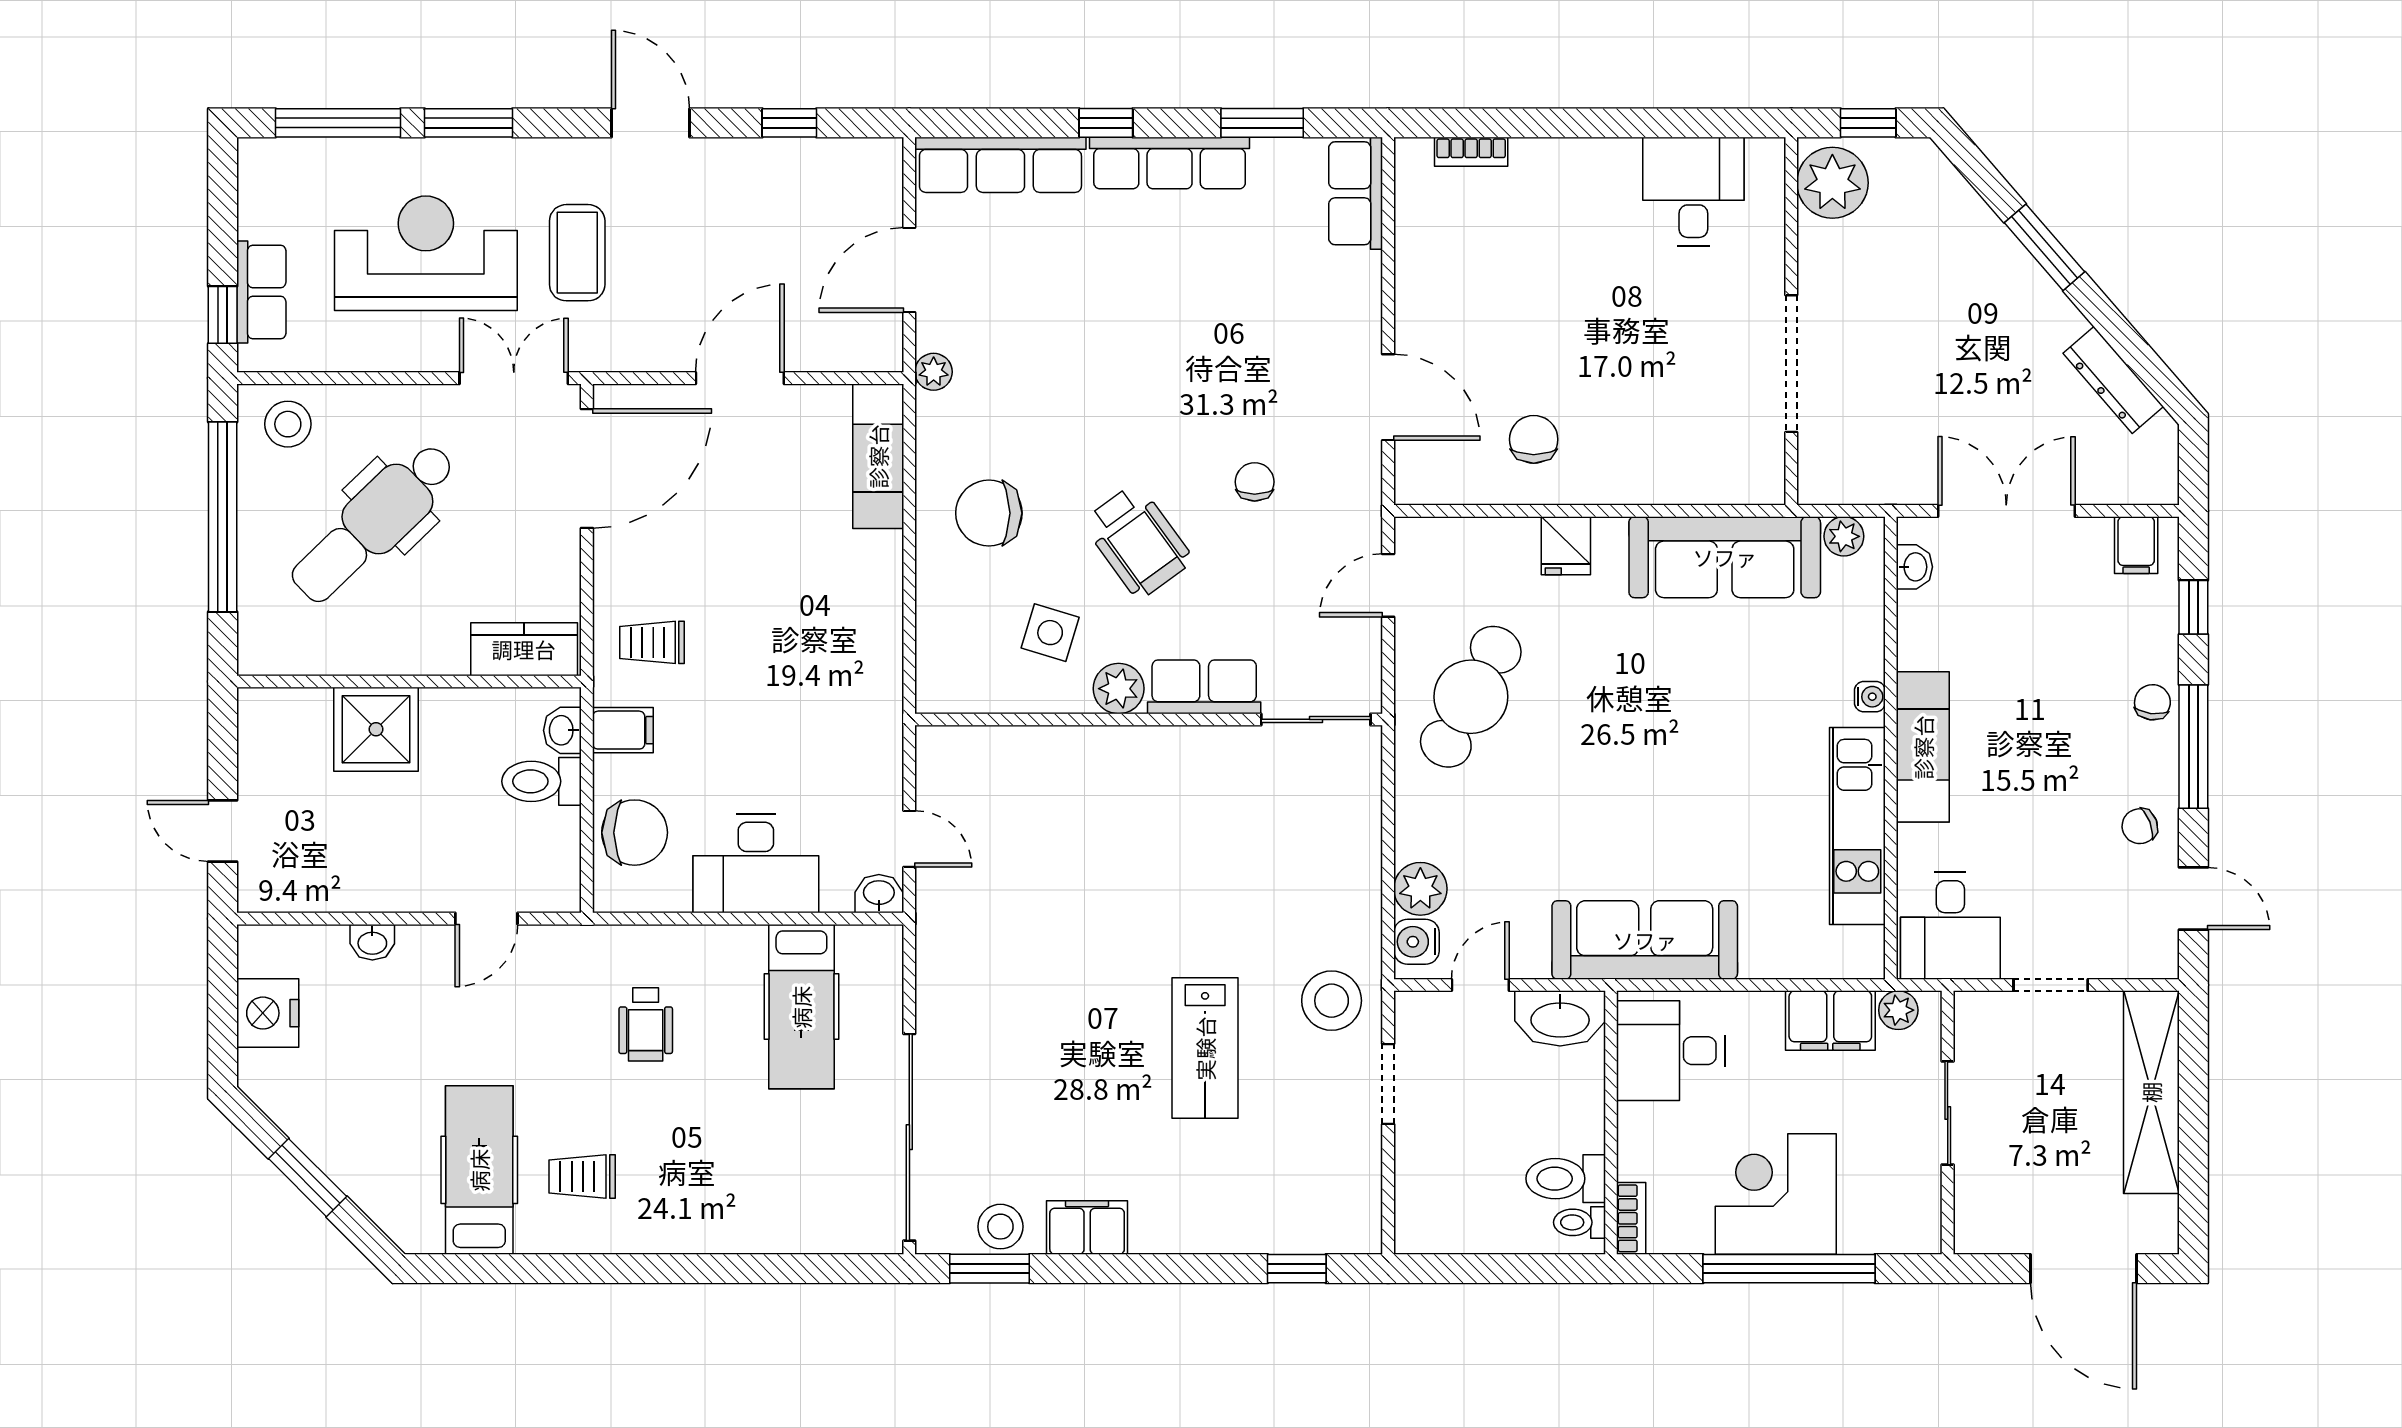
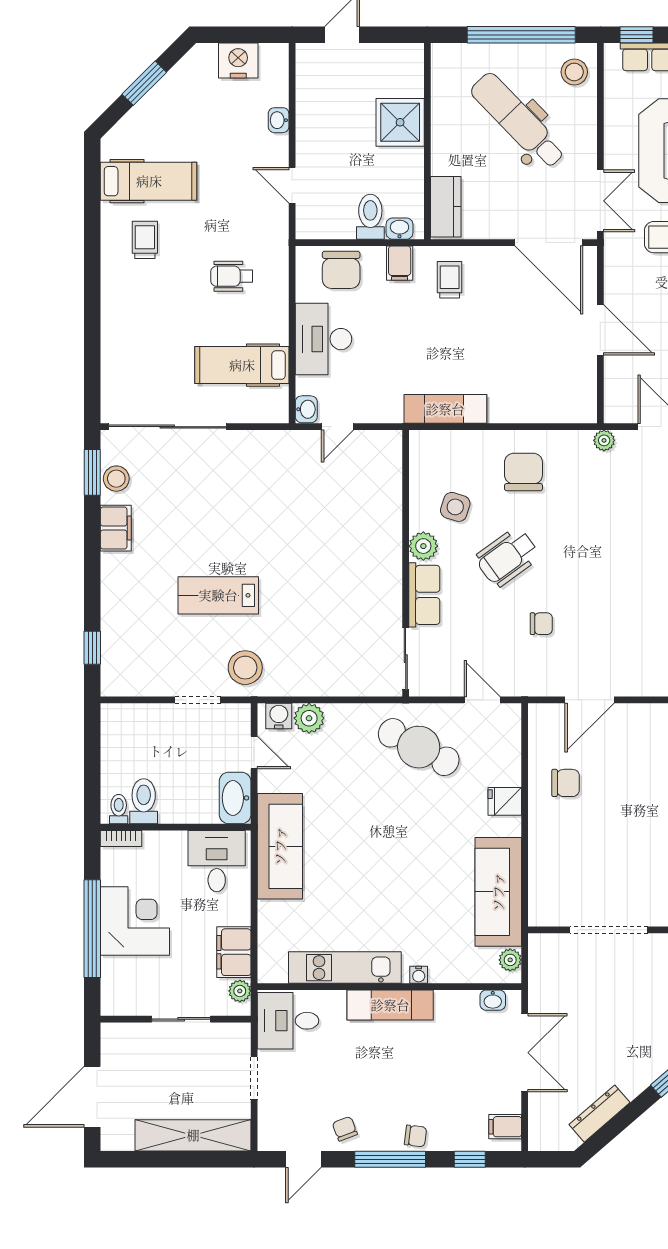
exam couch: (878, 456) -> (445, 409), moved

